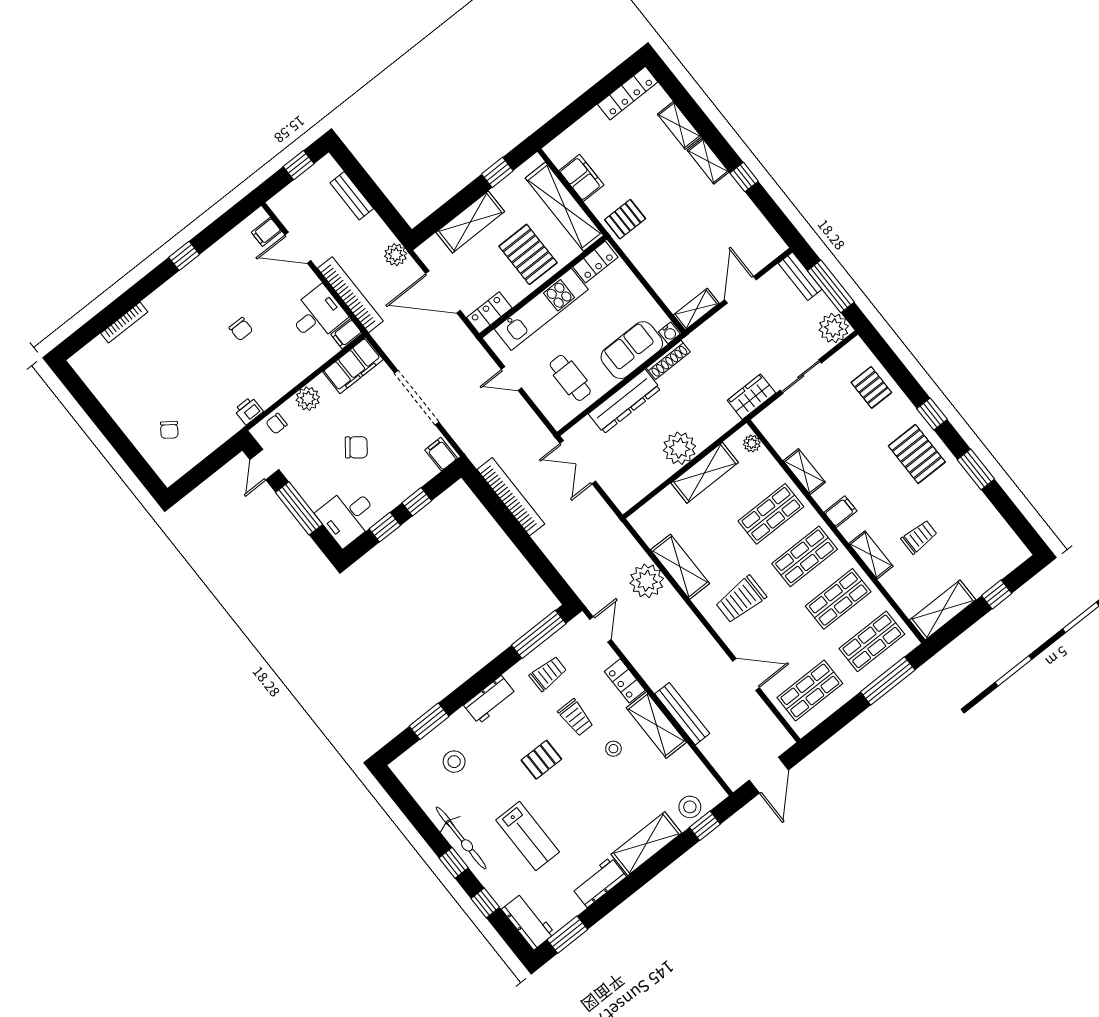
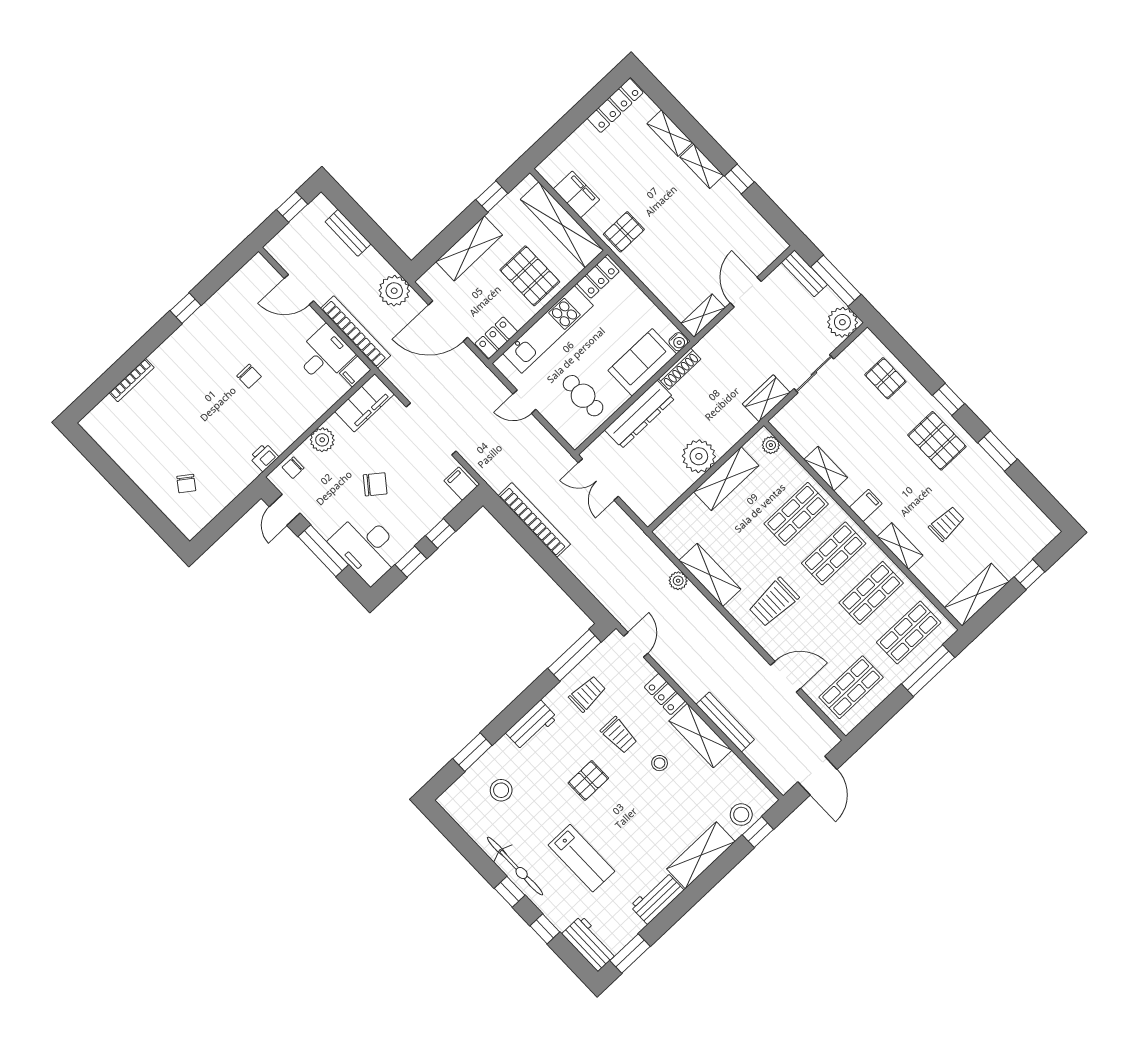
filing cabinet: (266, 232) -> (266, 277), removed
plant: (396, 255) -> (394, 291), width x1.36, depth x1.36
desk: (348, 516) -> (367, 547), width x1.37
plant: (647, 581) -> (678, 581), width x0.53, depth x0.53

